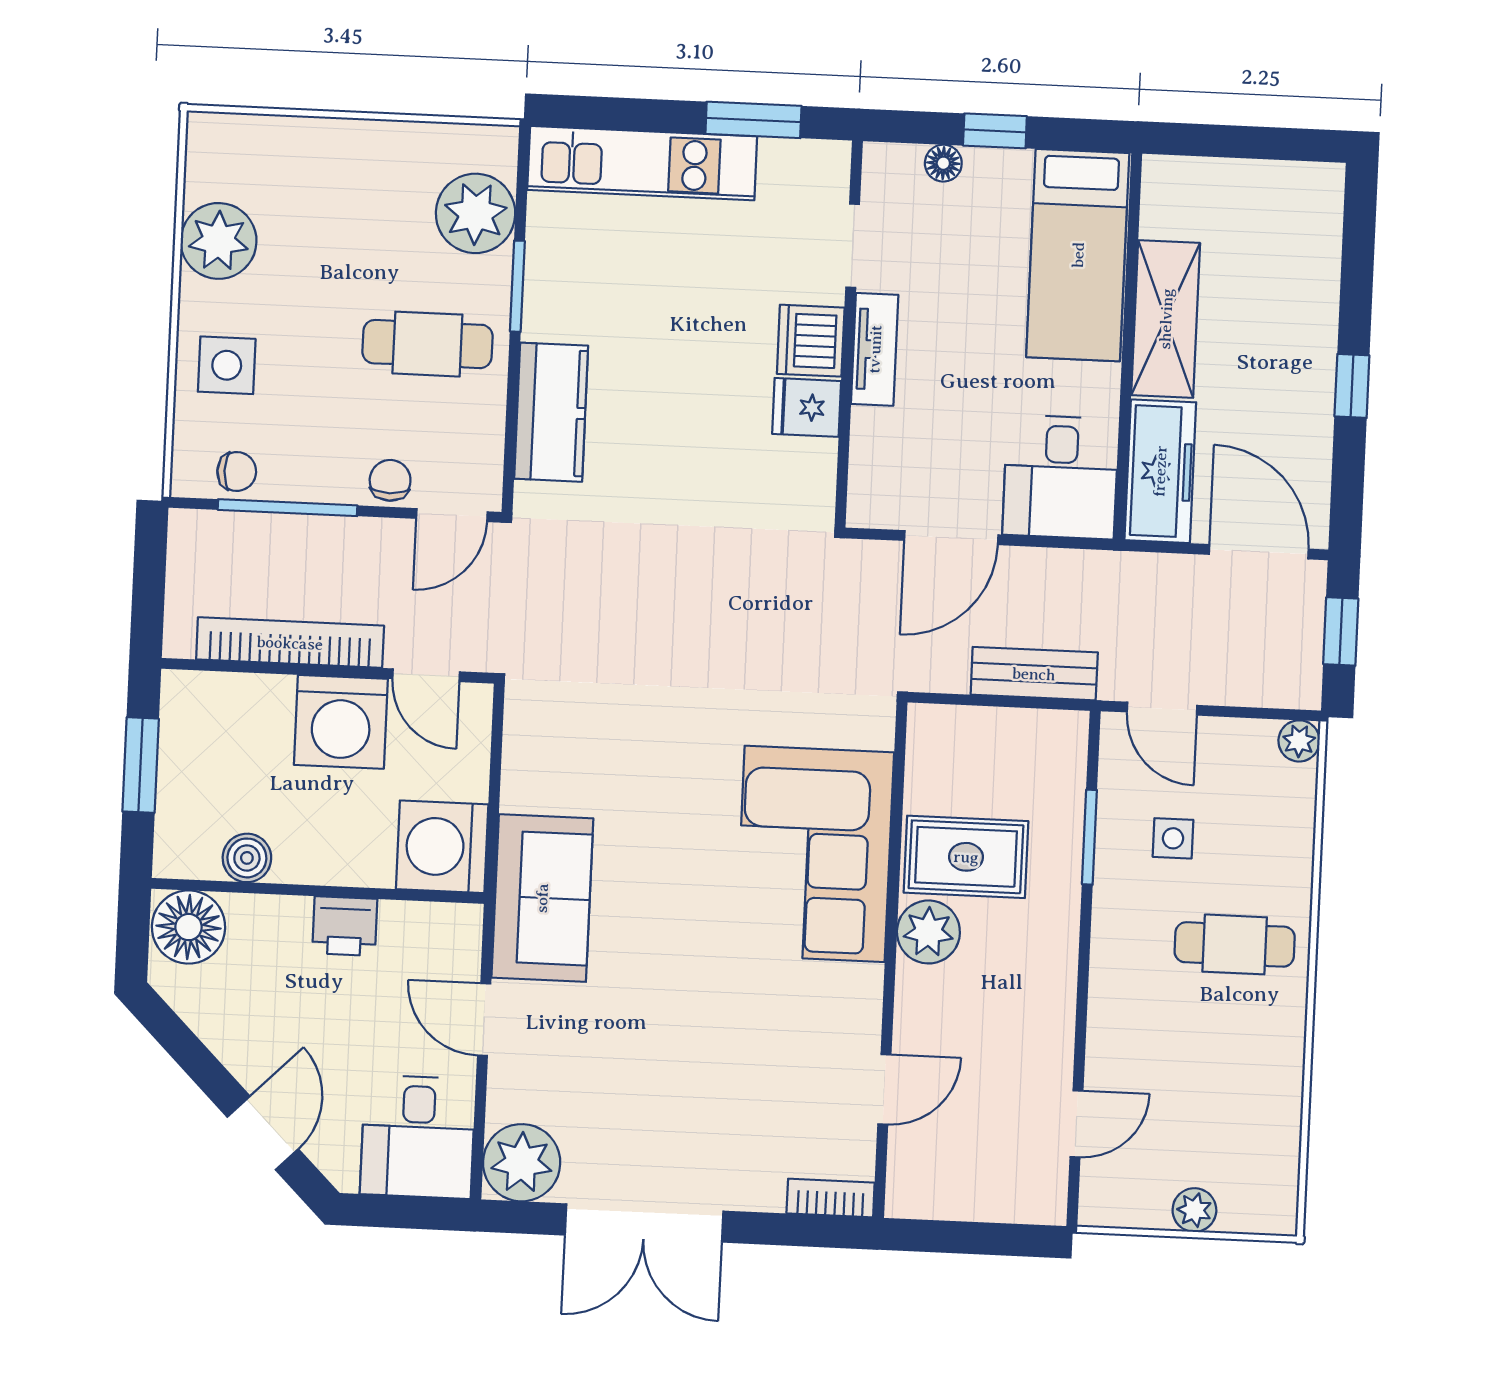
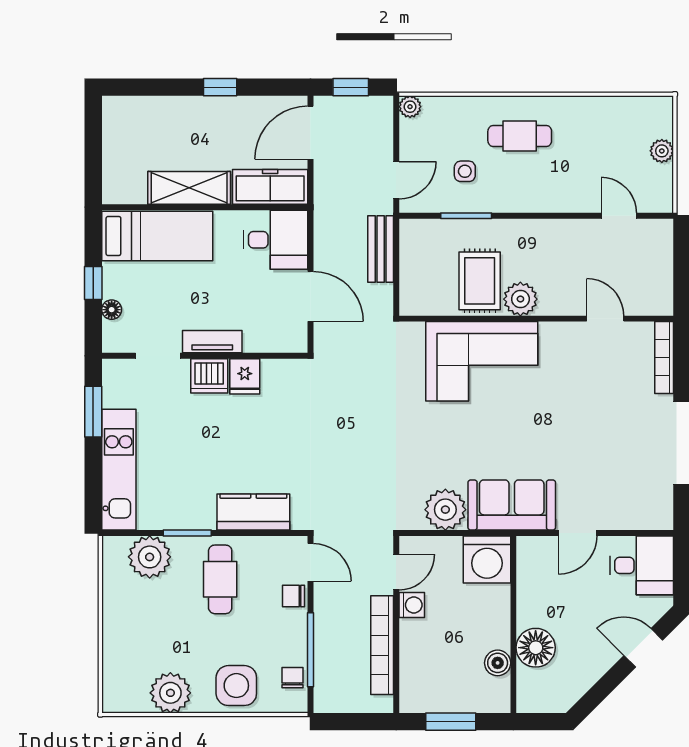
side table: (227, 365) -> (236, 686), width x1.37, depth x1.37
washing machine: (341, 722) -> (412, 605), width x0.53, depth x0.53
printer: (345, 926) -> (531, 609), removed
floor lamp: (189, 927) -> (536, 648), moved
cafe table: (1235, 944) -> (520, 136), turned 90
plant: (522, 1163) -> (445, 510), moved
bookcase: (831, 1198) -> (664, 358), width x1.56

